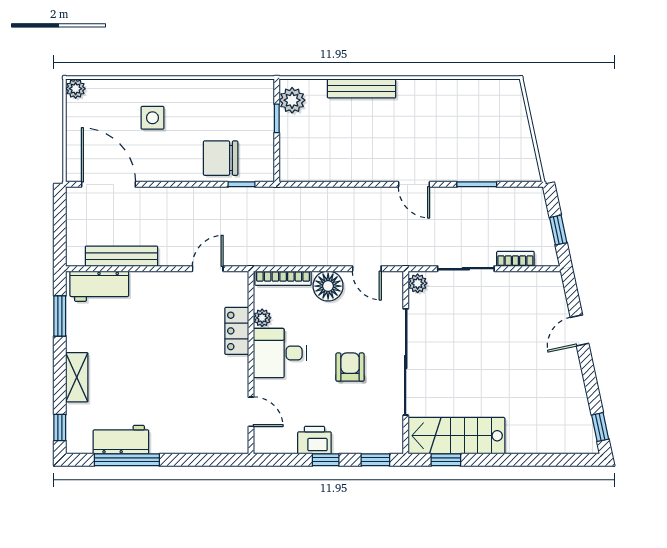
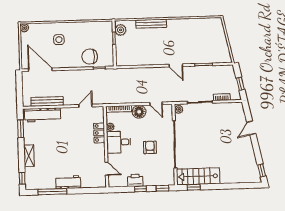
workbench: (99, 286) -> (43, 115), width x1.38
workbench: (121, 440) -> (68, 182), moved

